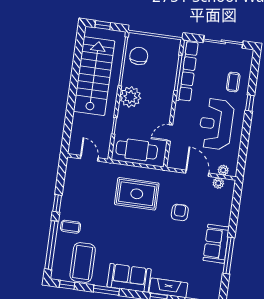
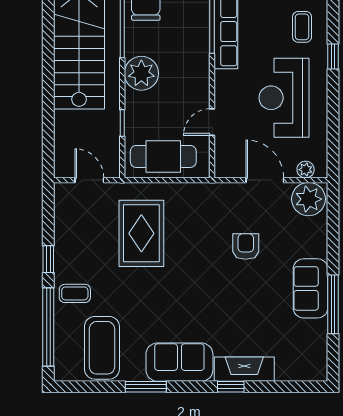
plant: (218, 183) -> (308, 199), width x1.87, depth x1.87
rug: (137, 194) -> (141, 233), moved, turned 90
window: (67, 285) -> (82, 387), removed

